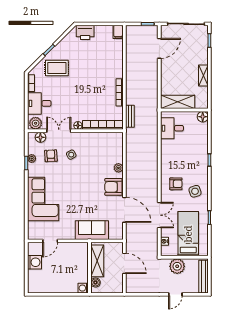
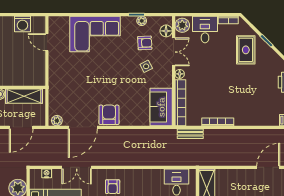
door: (159, 48) -> (268, 167), swing flipped
plant: (118, 168) -> (57, 121), moved
sofa: (92, 230) -> (161, 107), moved, turned 180

